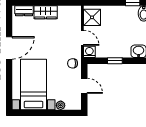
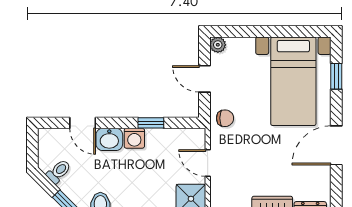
washing machine: (89, 52) -> (134, 138), moved
window: (9, 87) -> (336, 76), added
plant: (61, 105) -> (218, 45), moved

